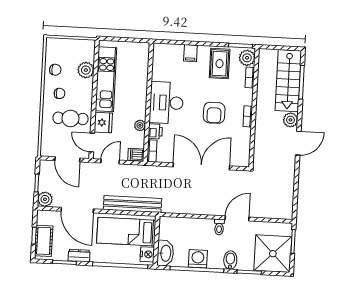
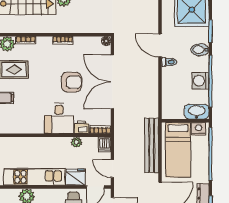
desk: (166, 103) -> (59, 118), width x0.73
armchair: (214, 113) -> (71, 82), moved
floor lamp: (245, 162) -> (106, 41), added

